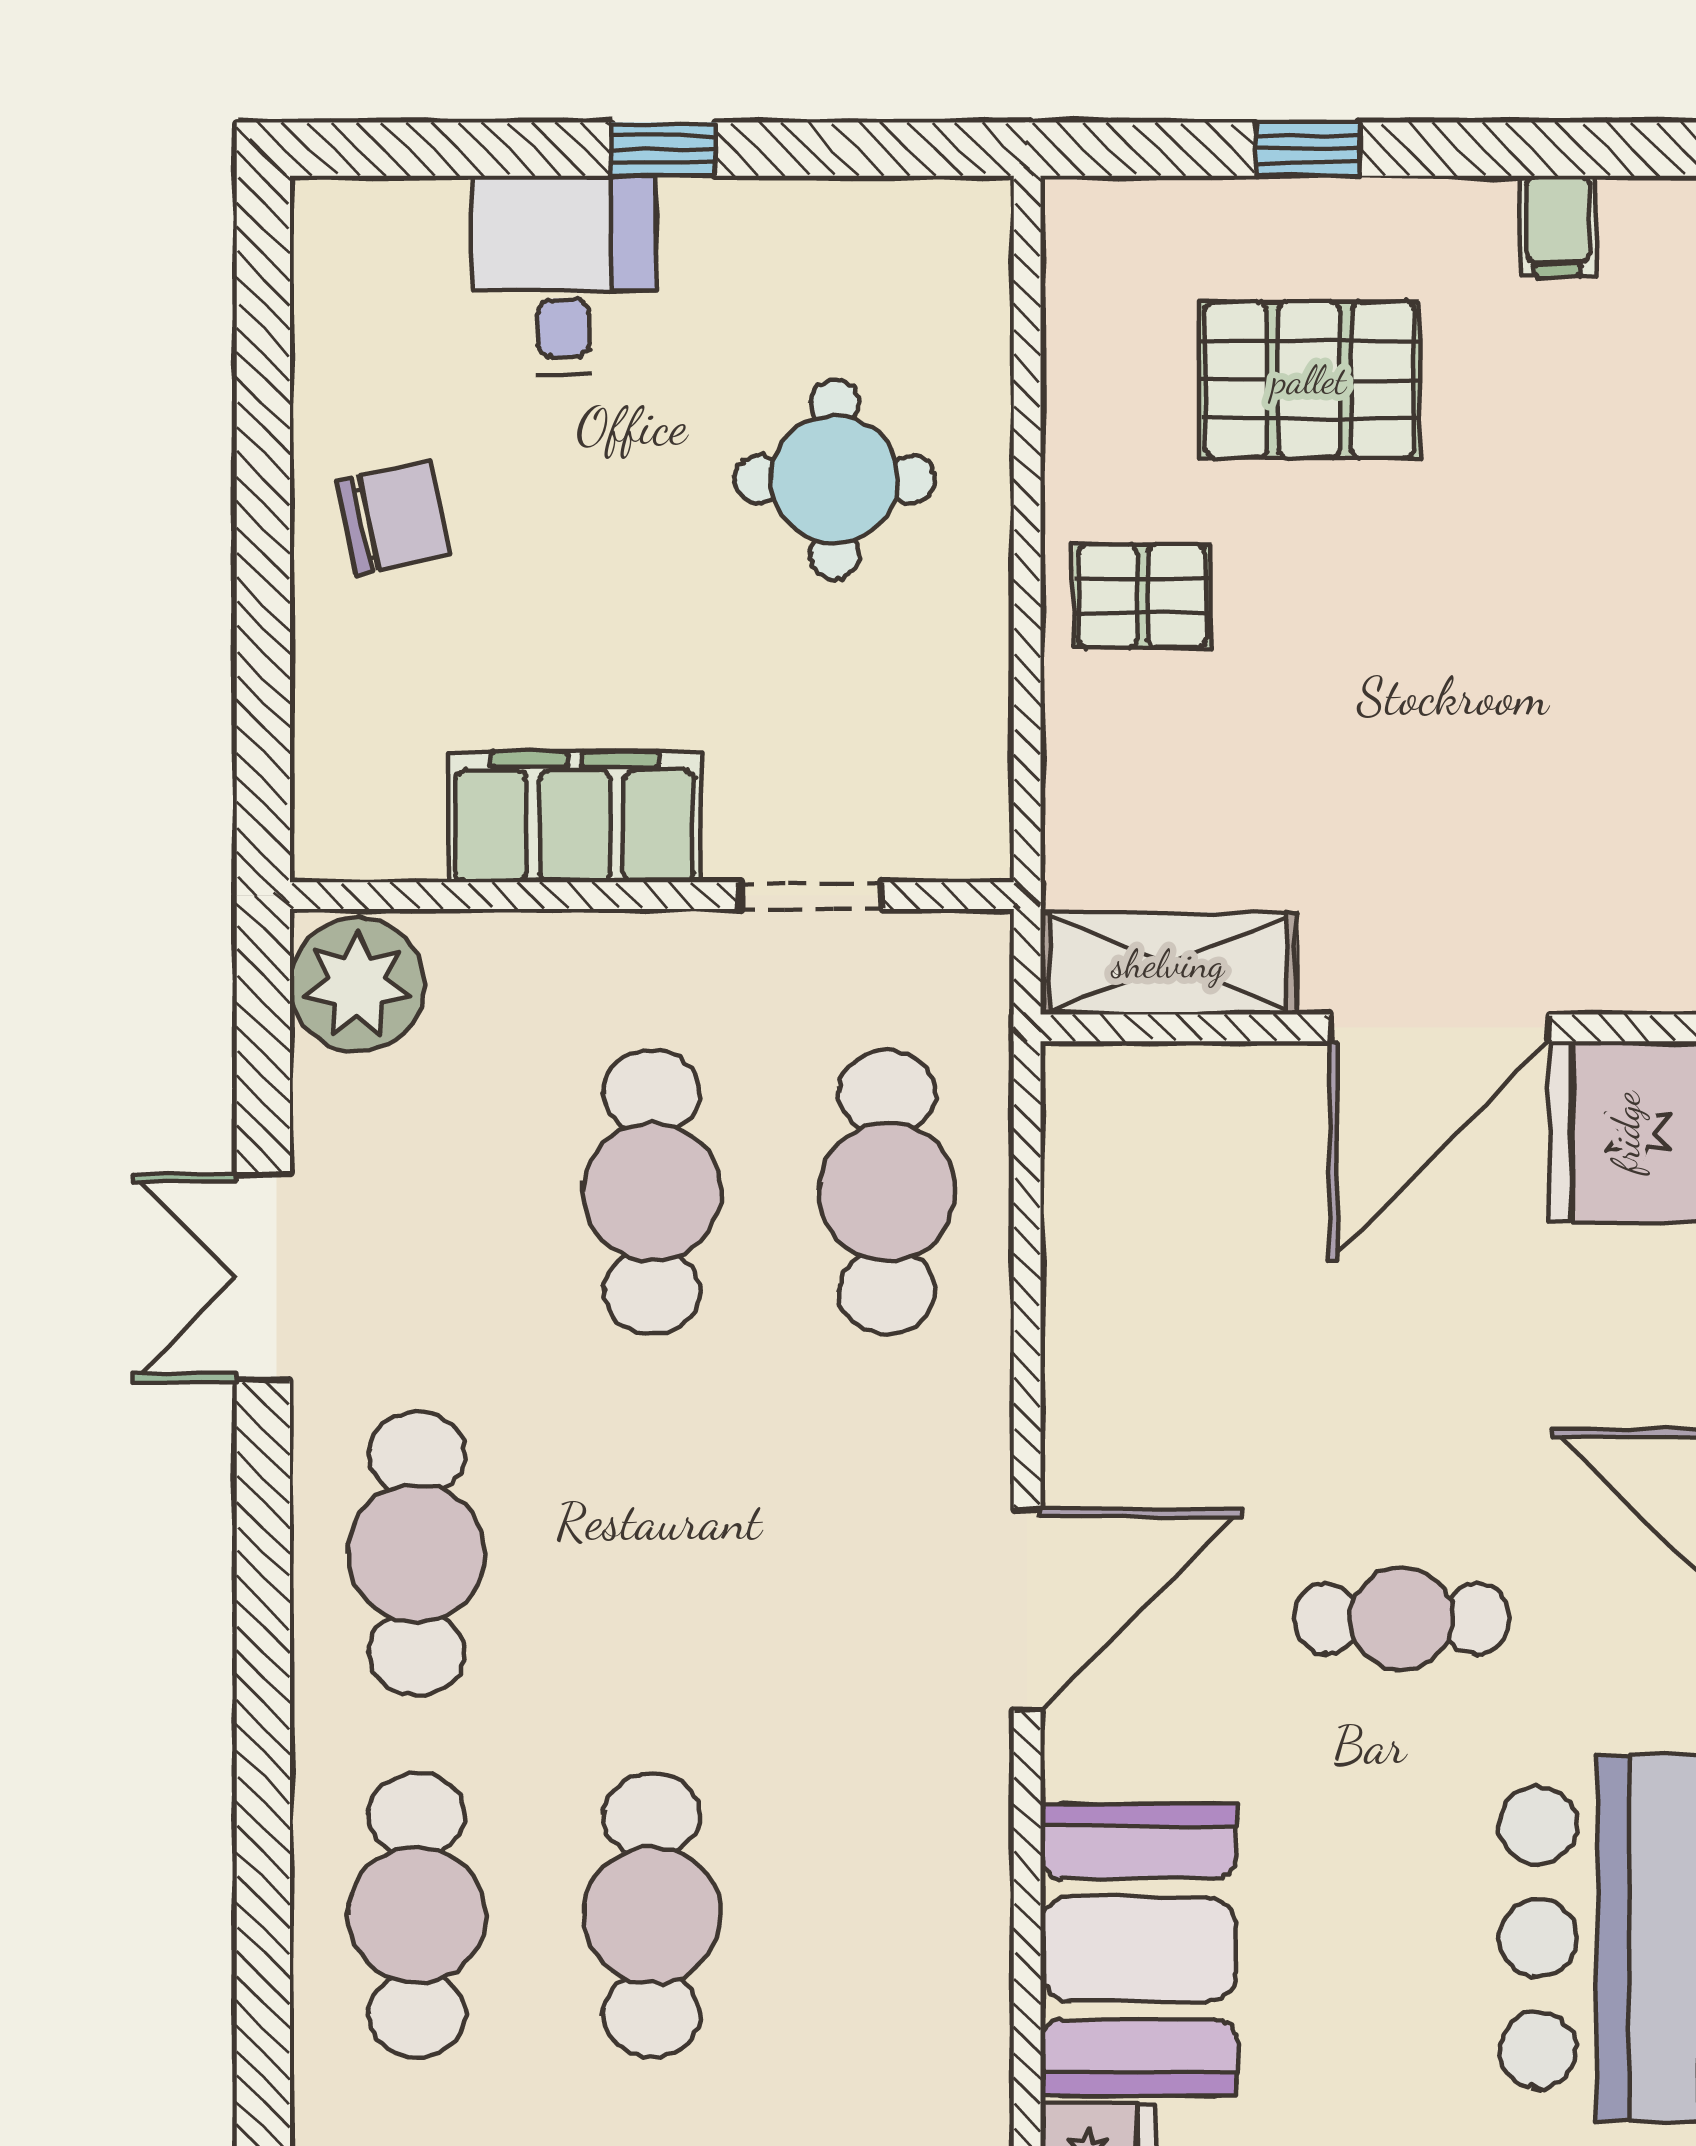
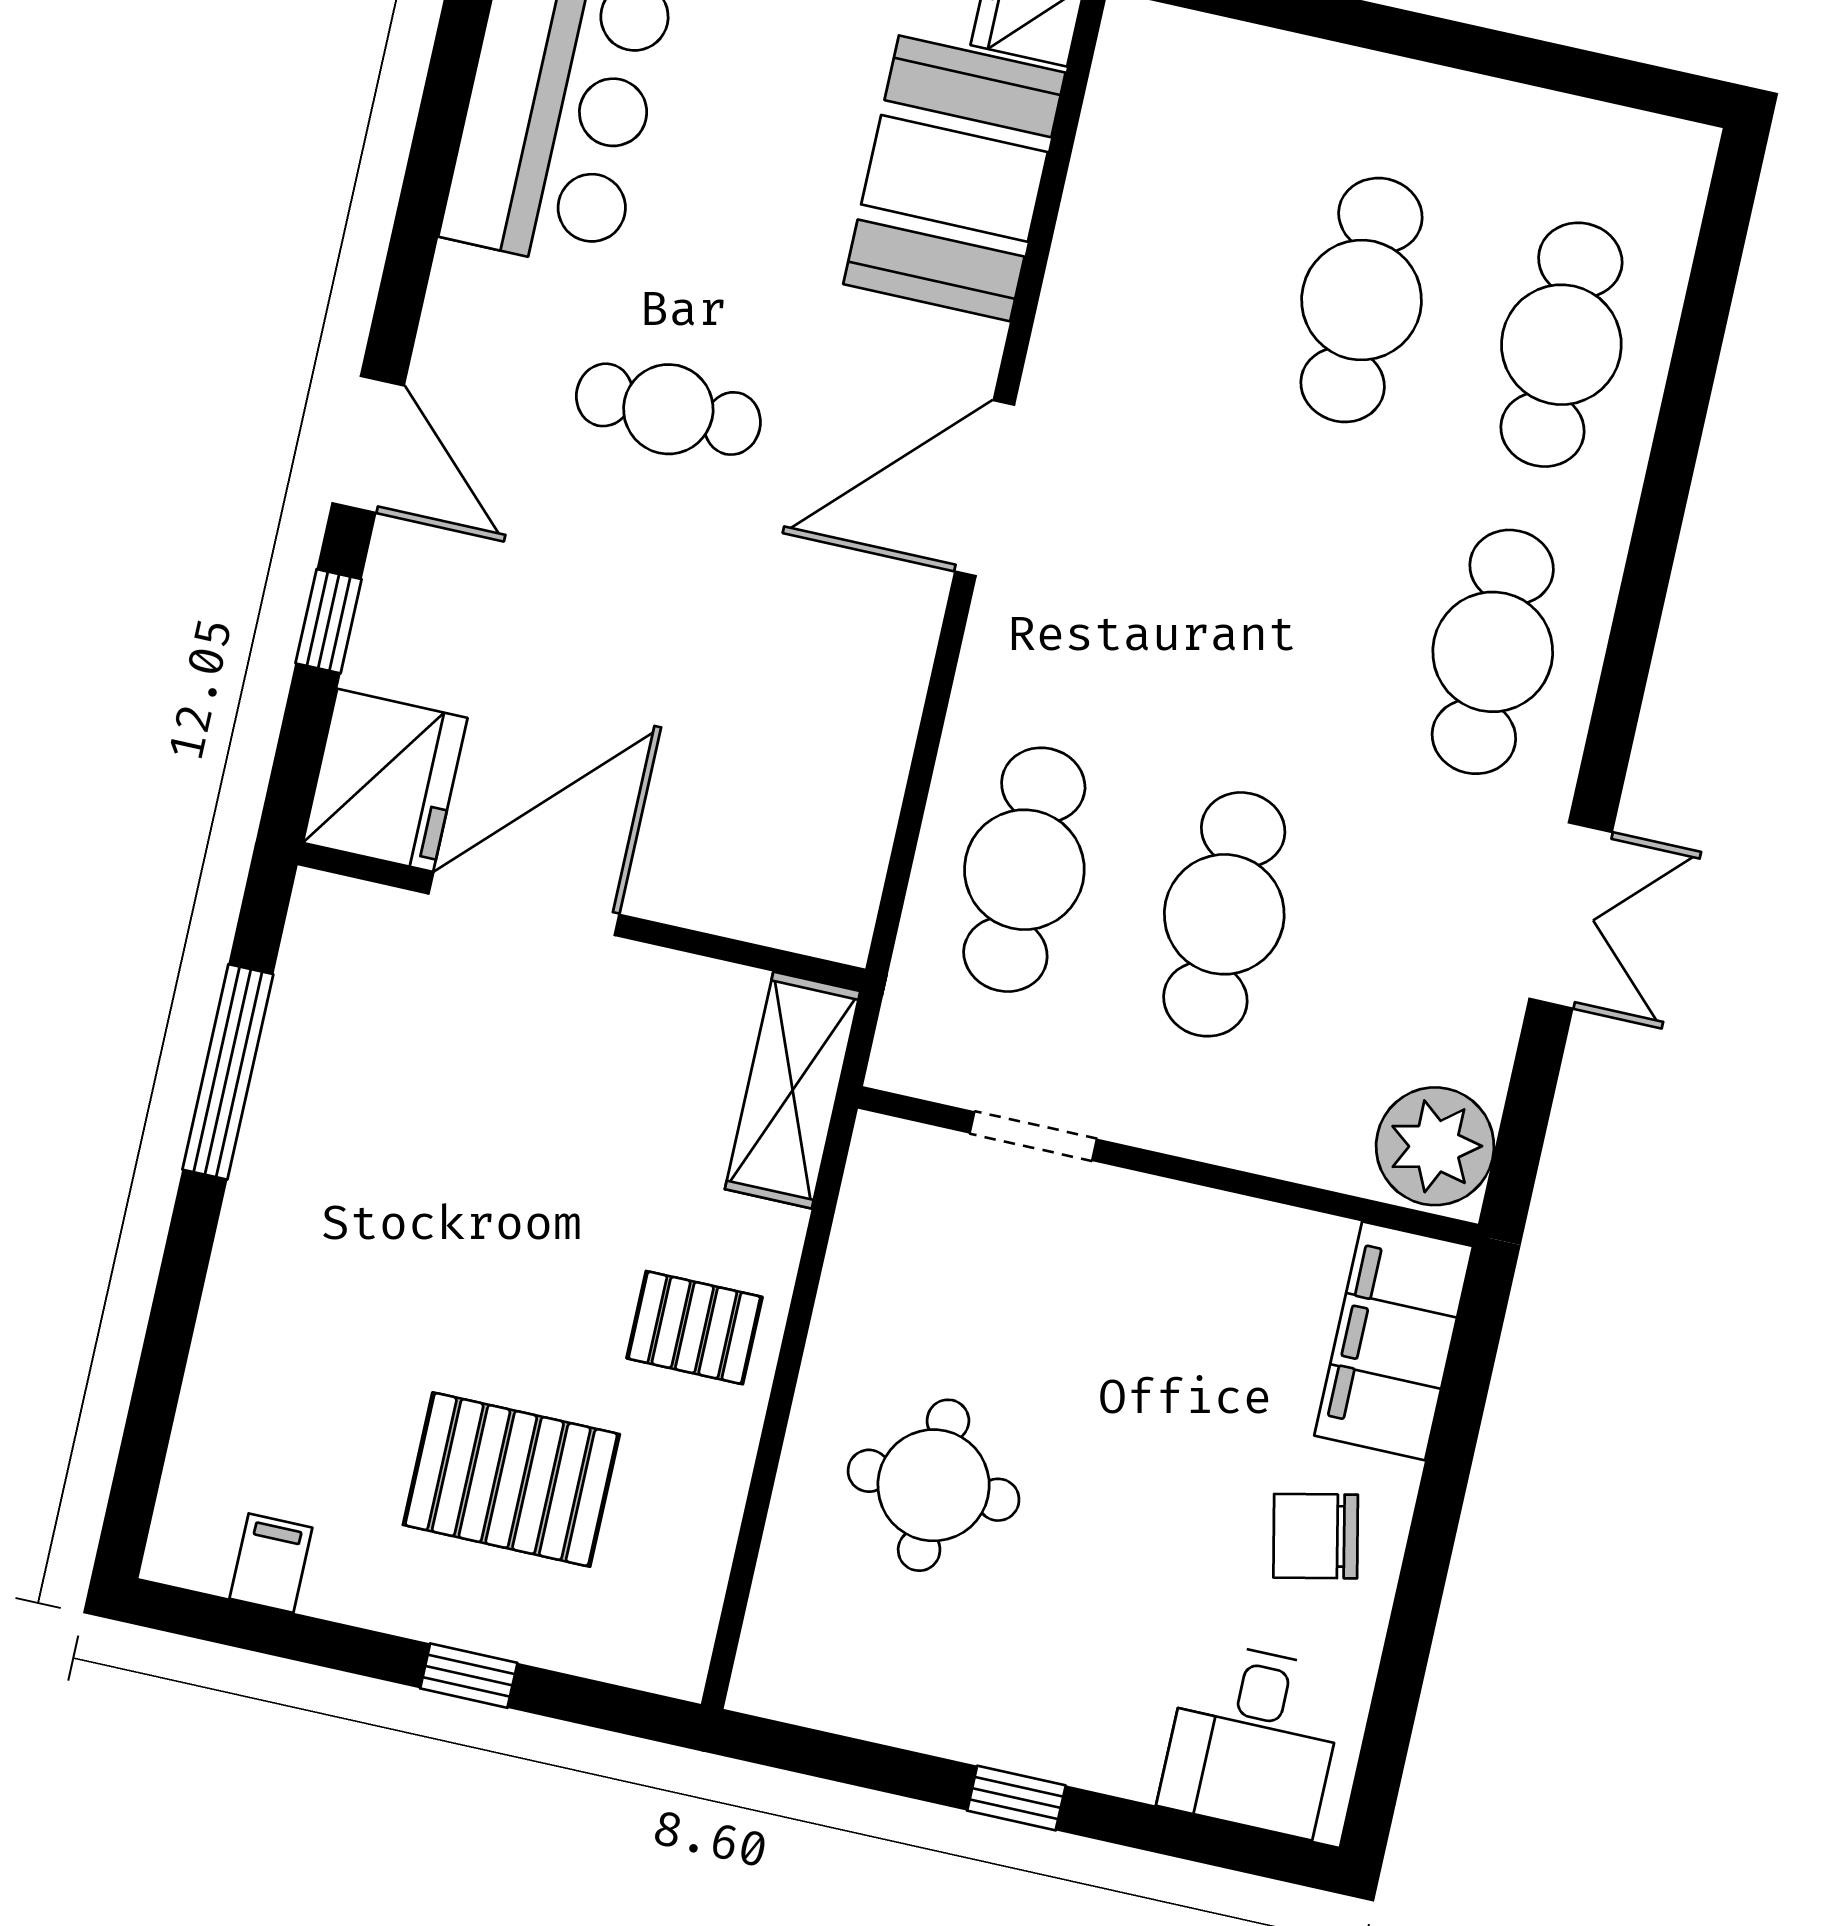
desk: (564, 275) -> (1253, 1739), moved
filing cabinet: (575, 817) -> (1394, 1341), moved, turned 90
shelving: (1168, 964) -> (793, 1090), moved, turned 90

